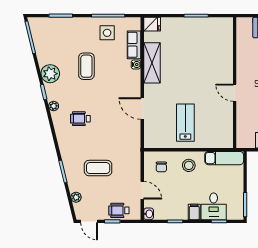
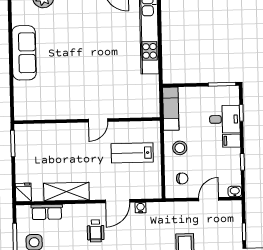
water cooler: (136, 65) -> (141, 208), moved
wall: (235, 83) -> (87, 121), moved
door: (235, 93) -> (98, 120), moved
wheelchair: (119, 210) -> (96, 231), moved

